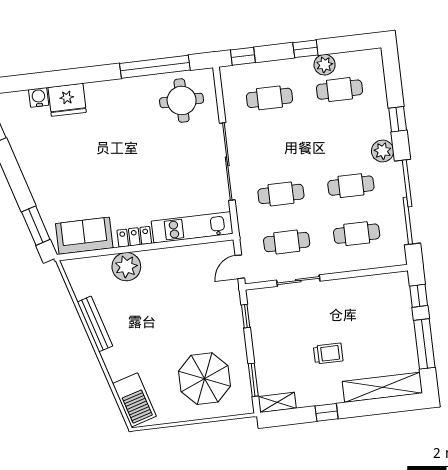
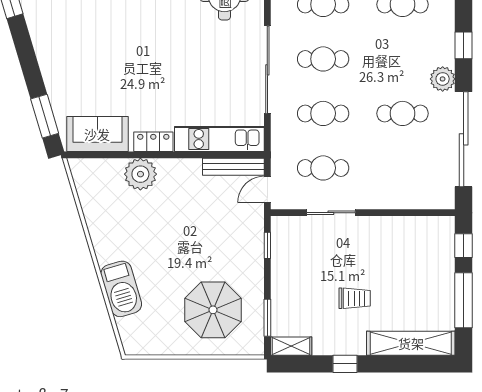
cafe table: (357, 234) -> (323, 59), moved
bench: (95, 324) -> (233, 167), moved, turned -73
barbecue: (134, 400) -> (121, 289), moved

